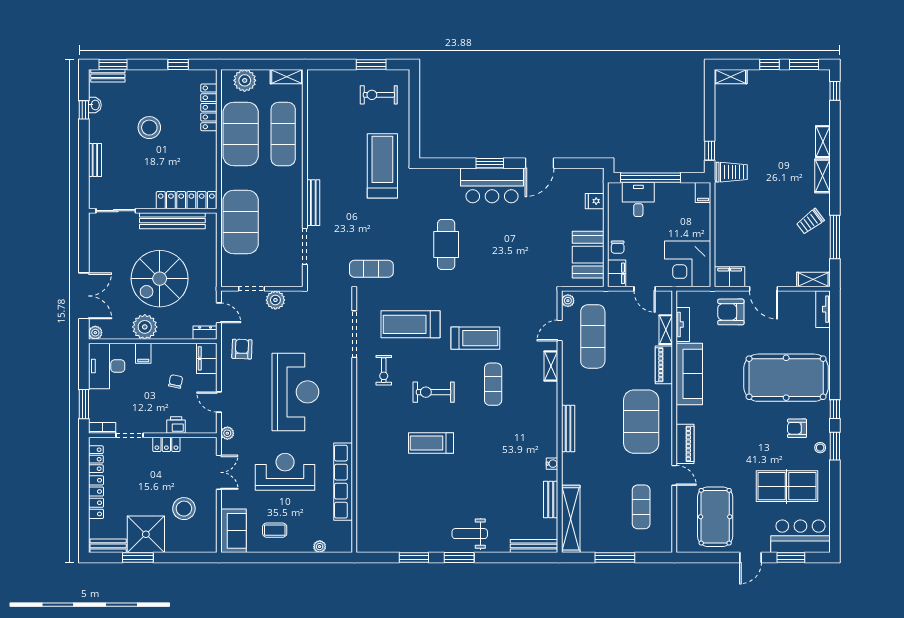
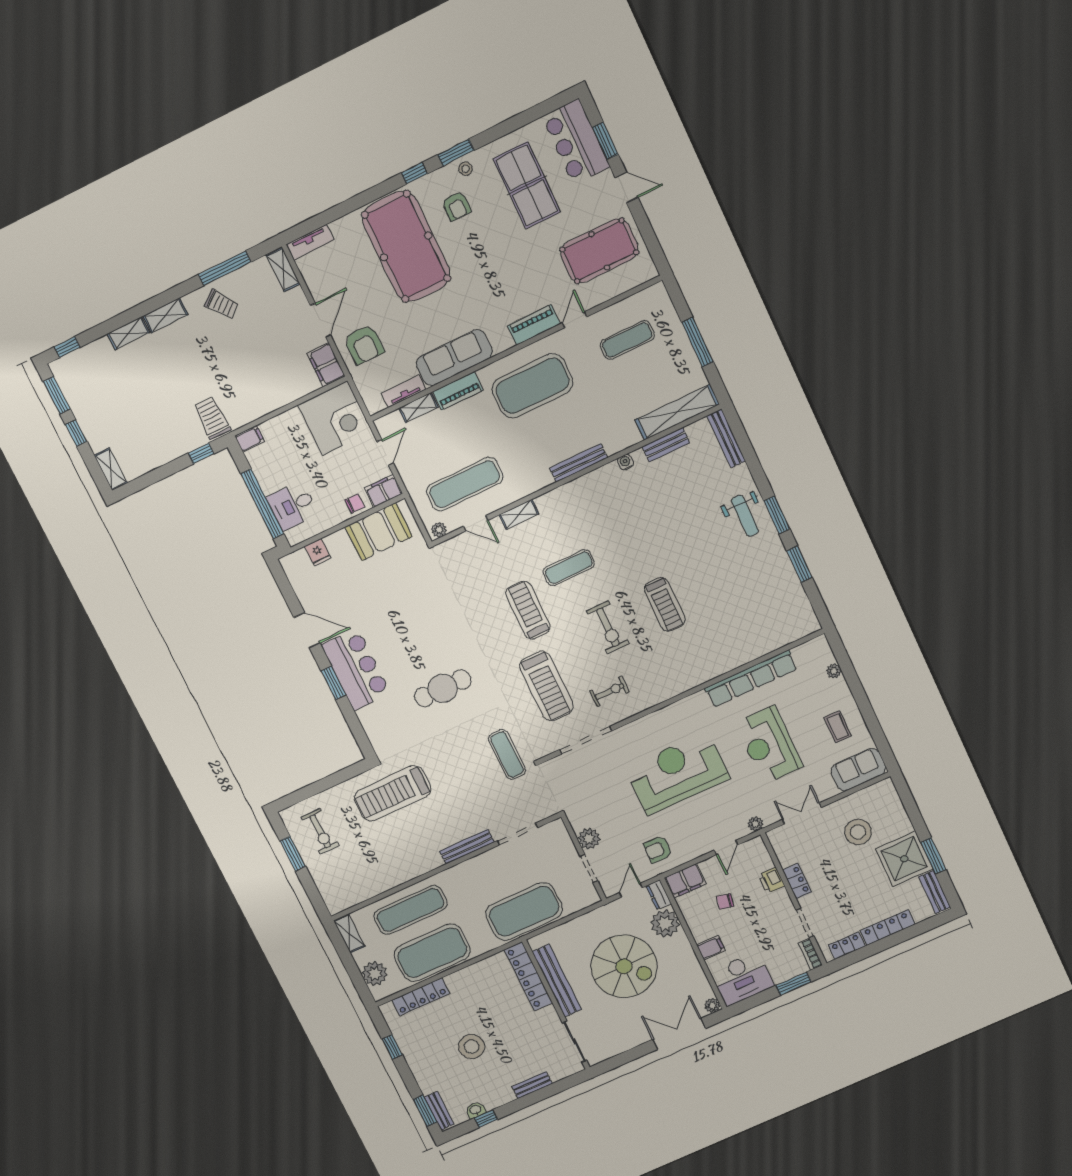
plant: (145, 327) -> (665, 924), moved

